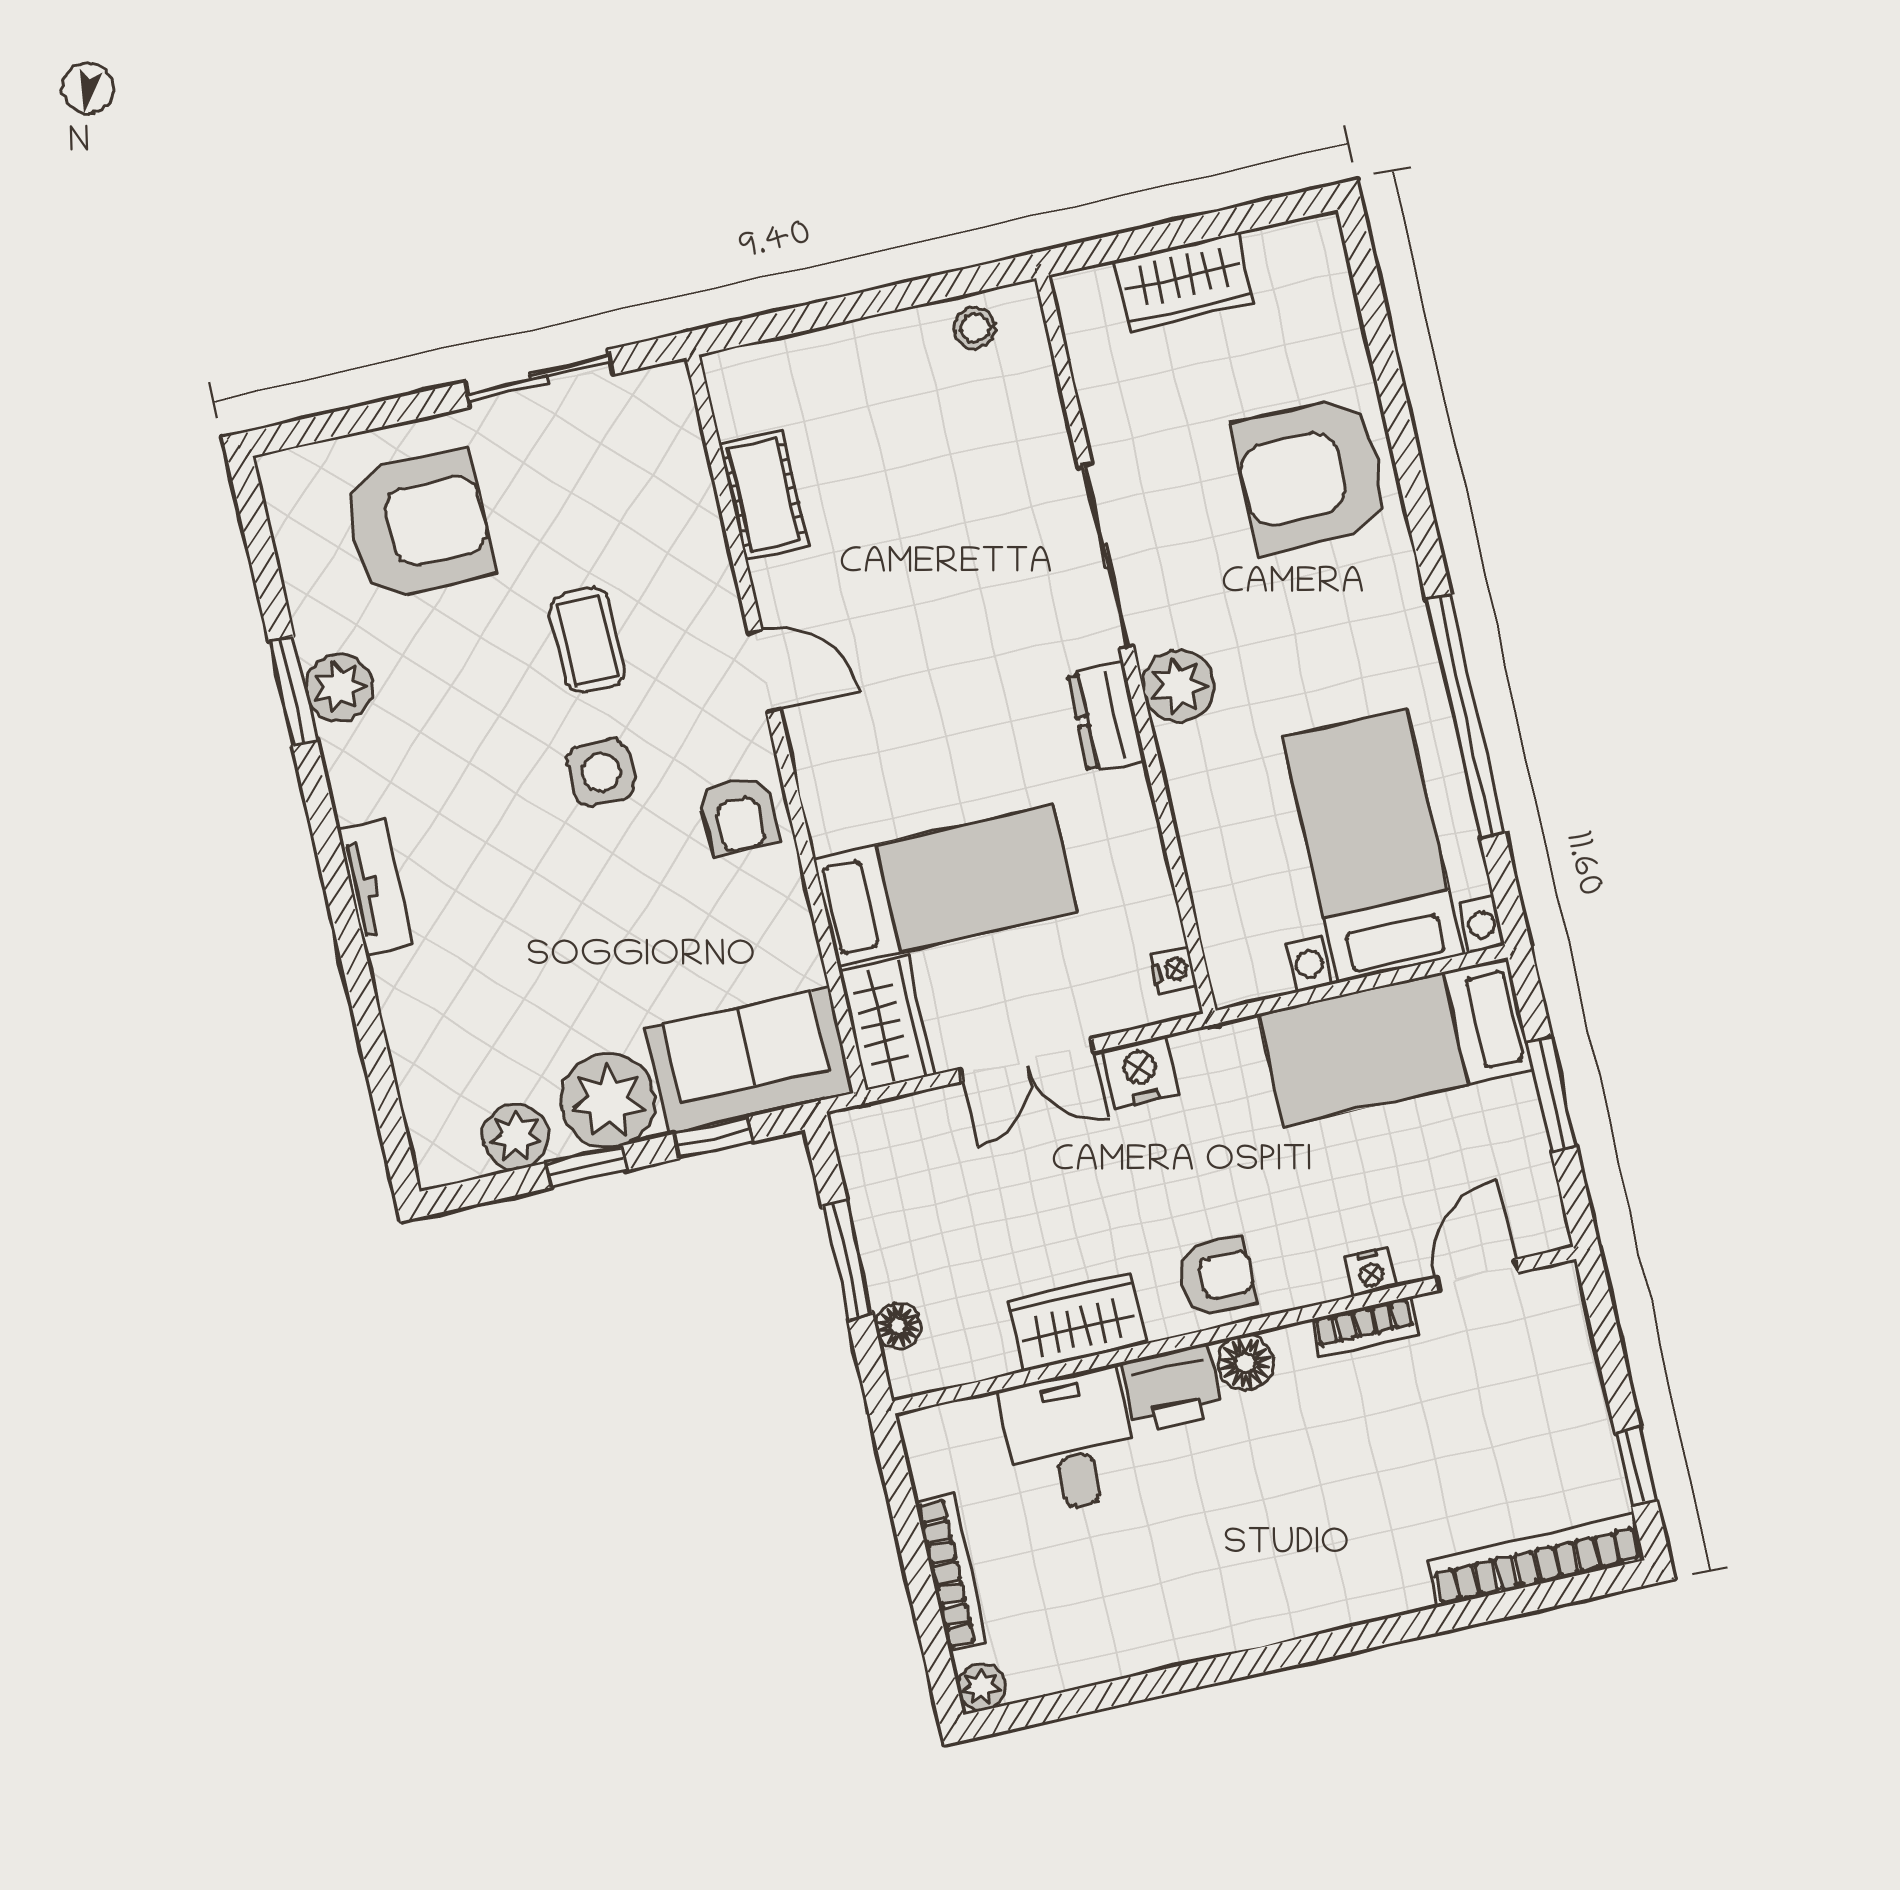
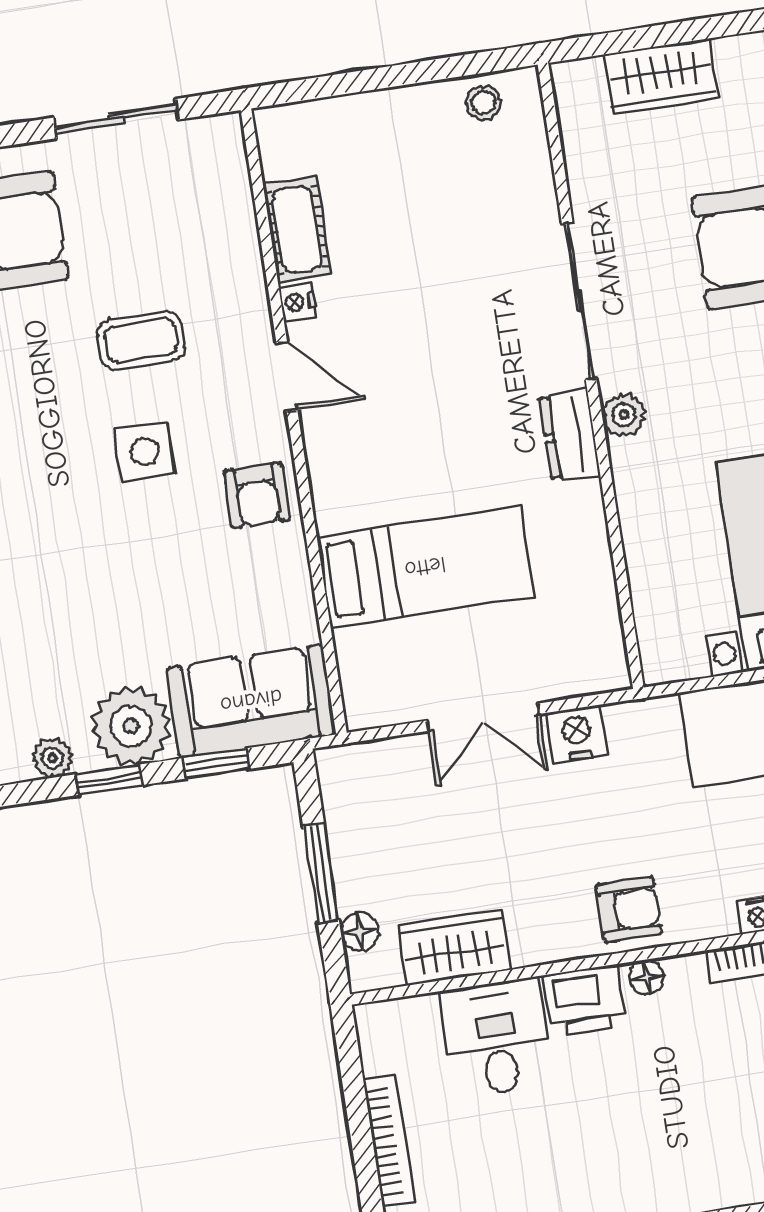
coffee table: (587, 640) -> (141, 340), turned 90
plant: (1178, 686) -> (624, 415), width x0.73, depth x0.73
nightstand: (1173, 970) -> (297, 302), moved, turned 180
wardrobe: (887, 1023) -> (368, 678), removed
plant: (516, 1136) -> (52, 758), width x0.73, depth x0.73
wardrobe: (1077, 1322) -> (454, 948), moved
floor lamp: (1246, 1363) -> (647, 977), width x0.73, depth x0.73

